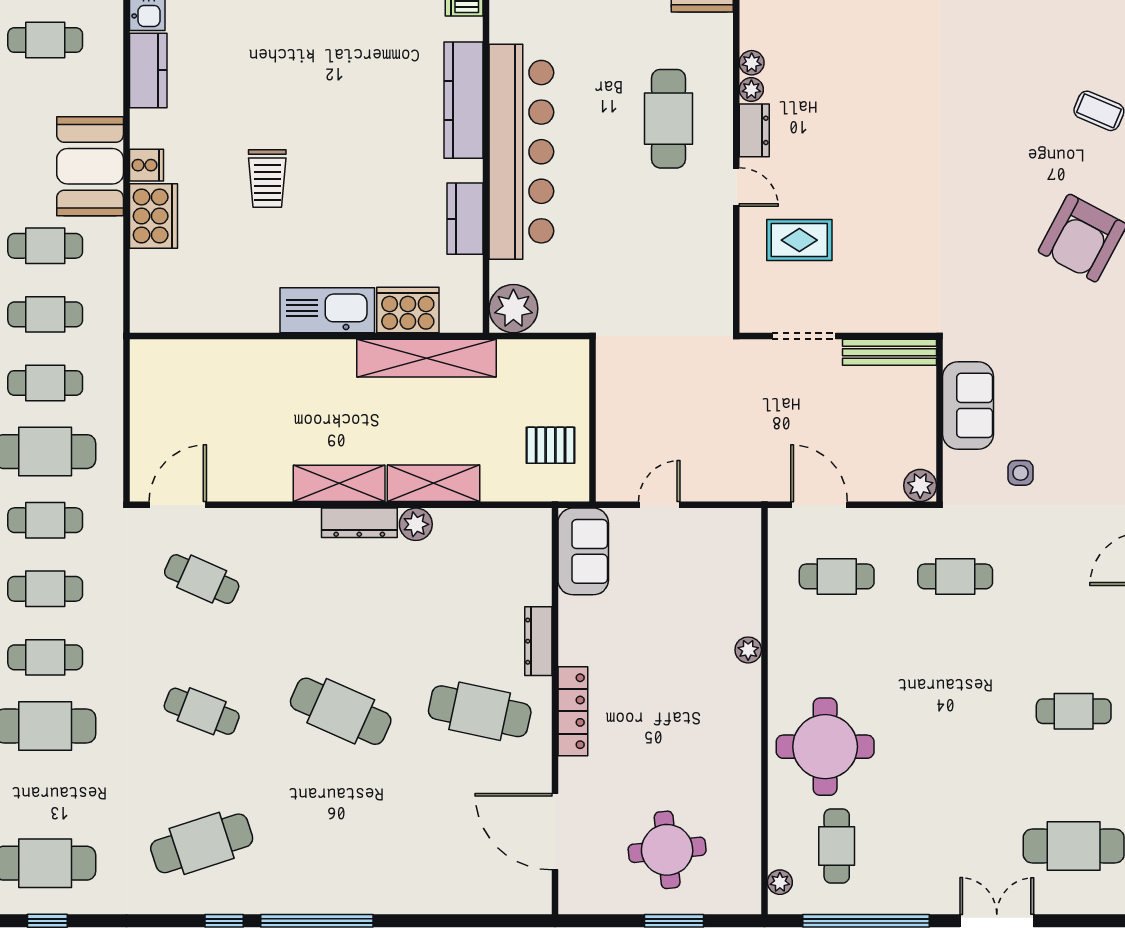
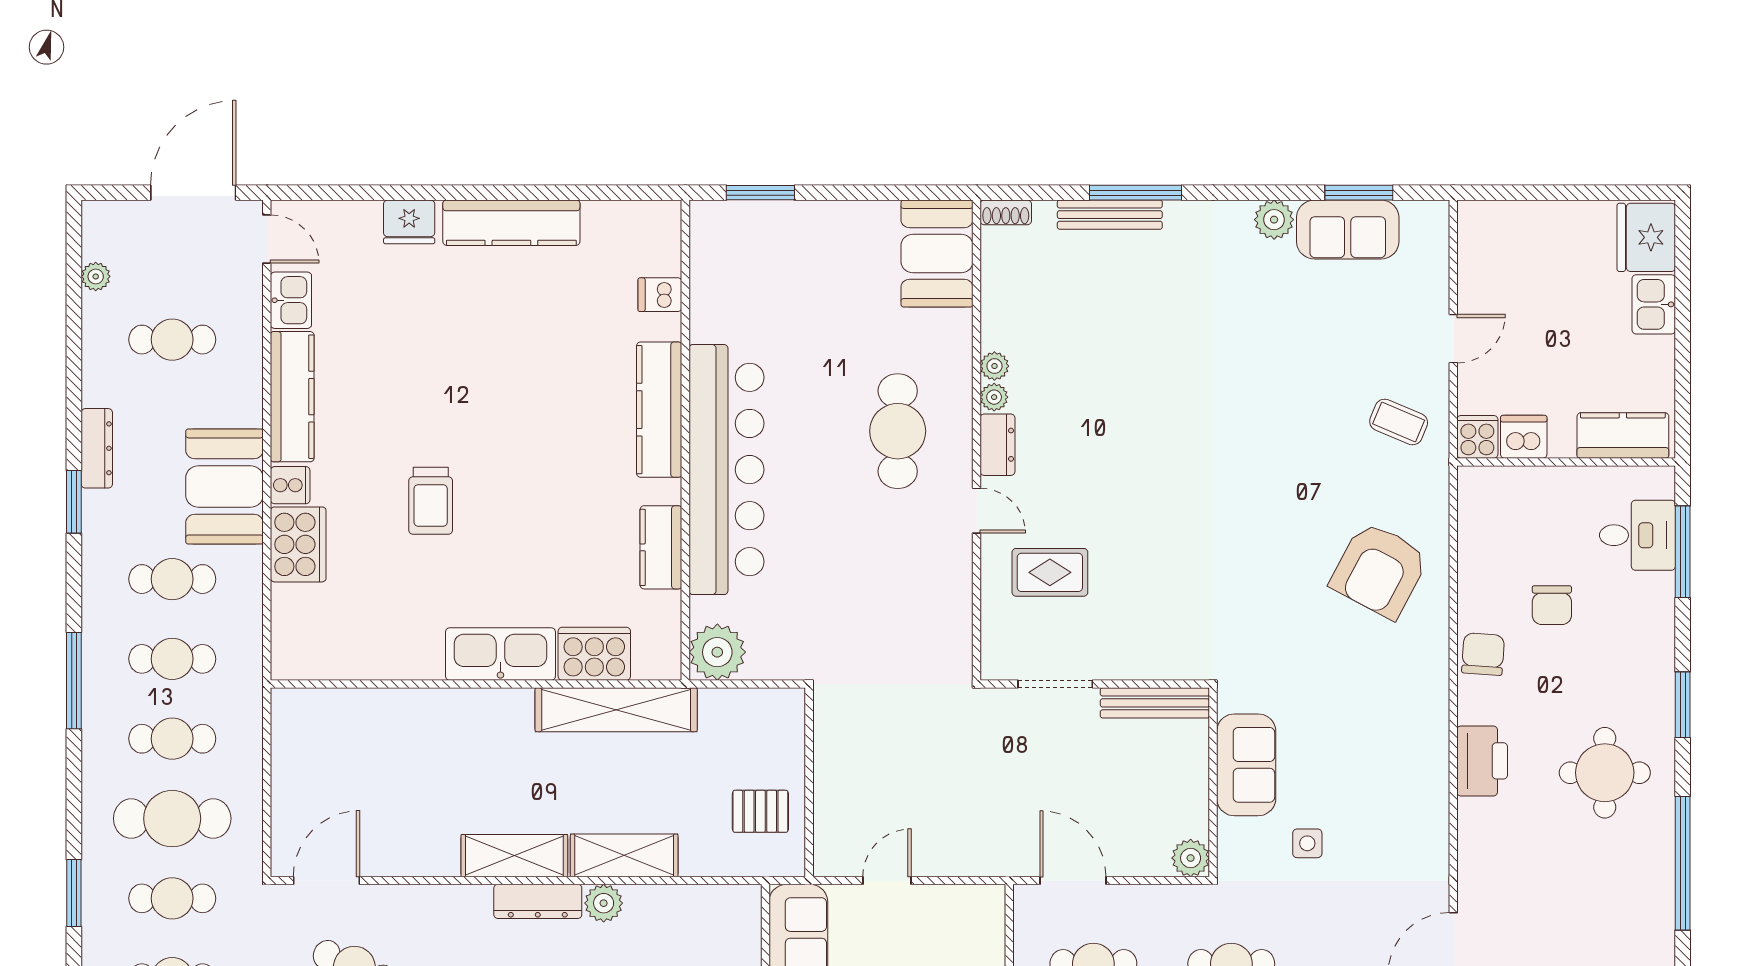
kitchen counter: (148, 70) -> (292, 397), width x1.50

